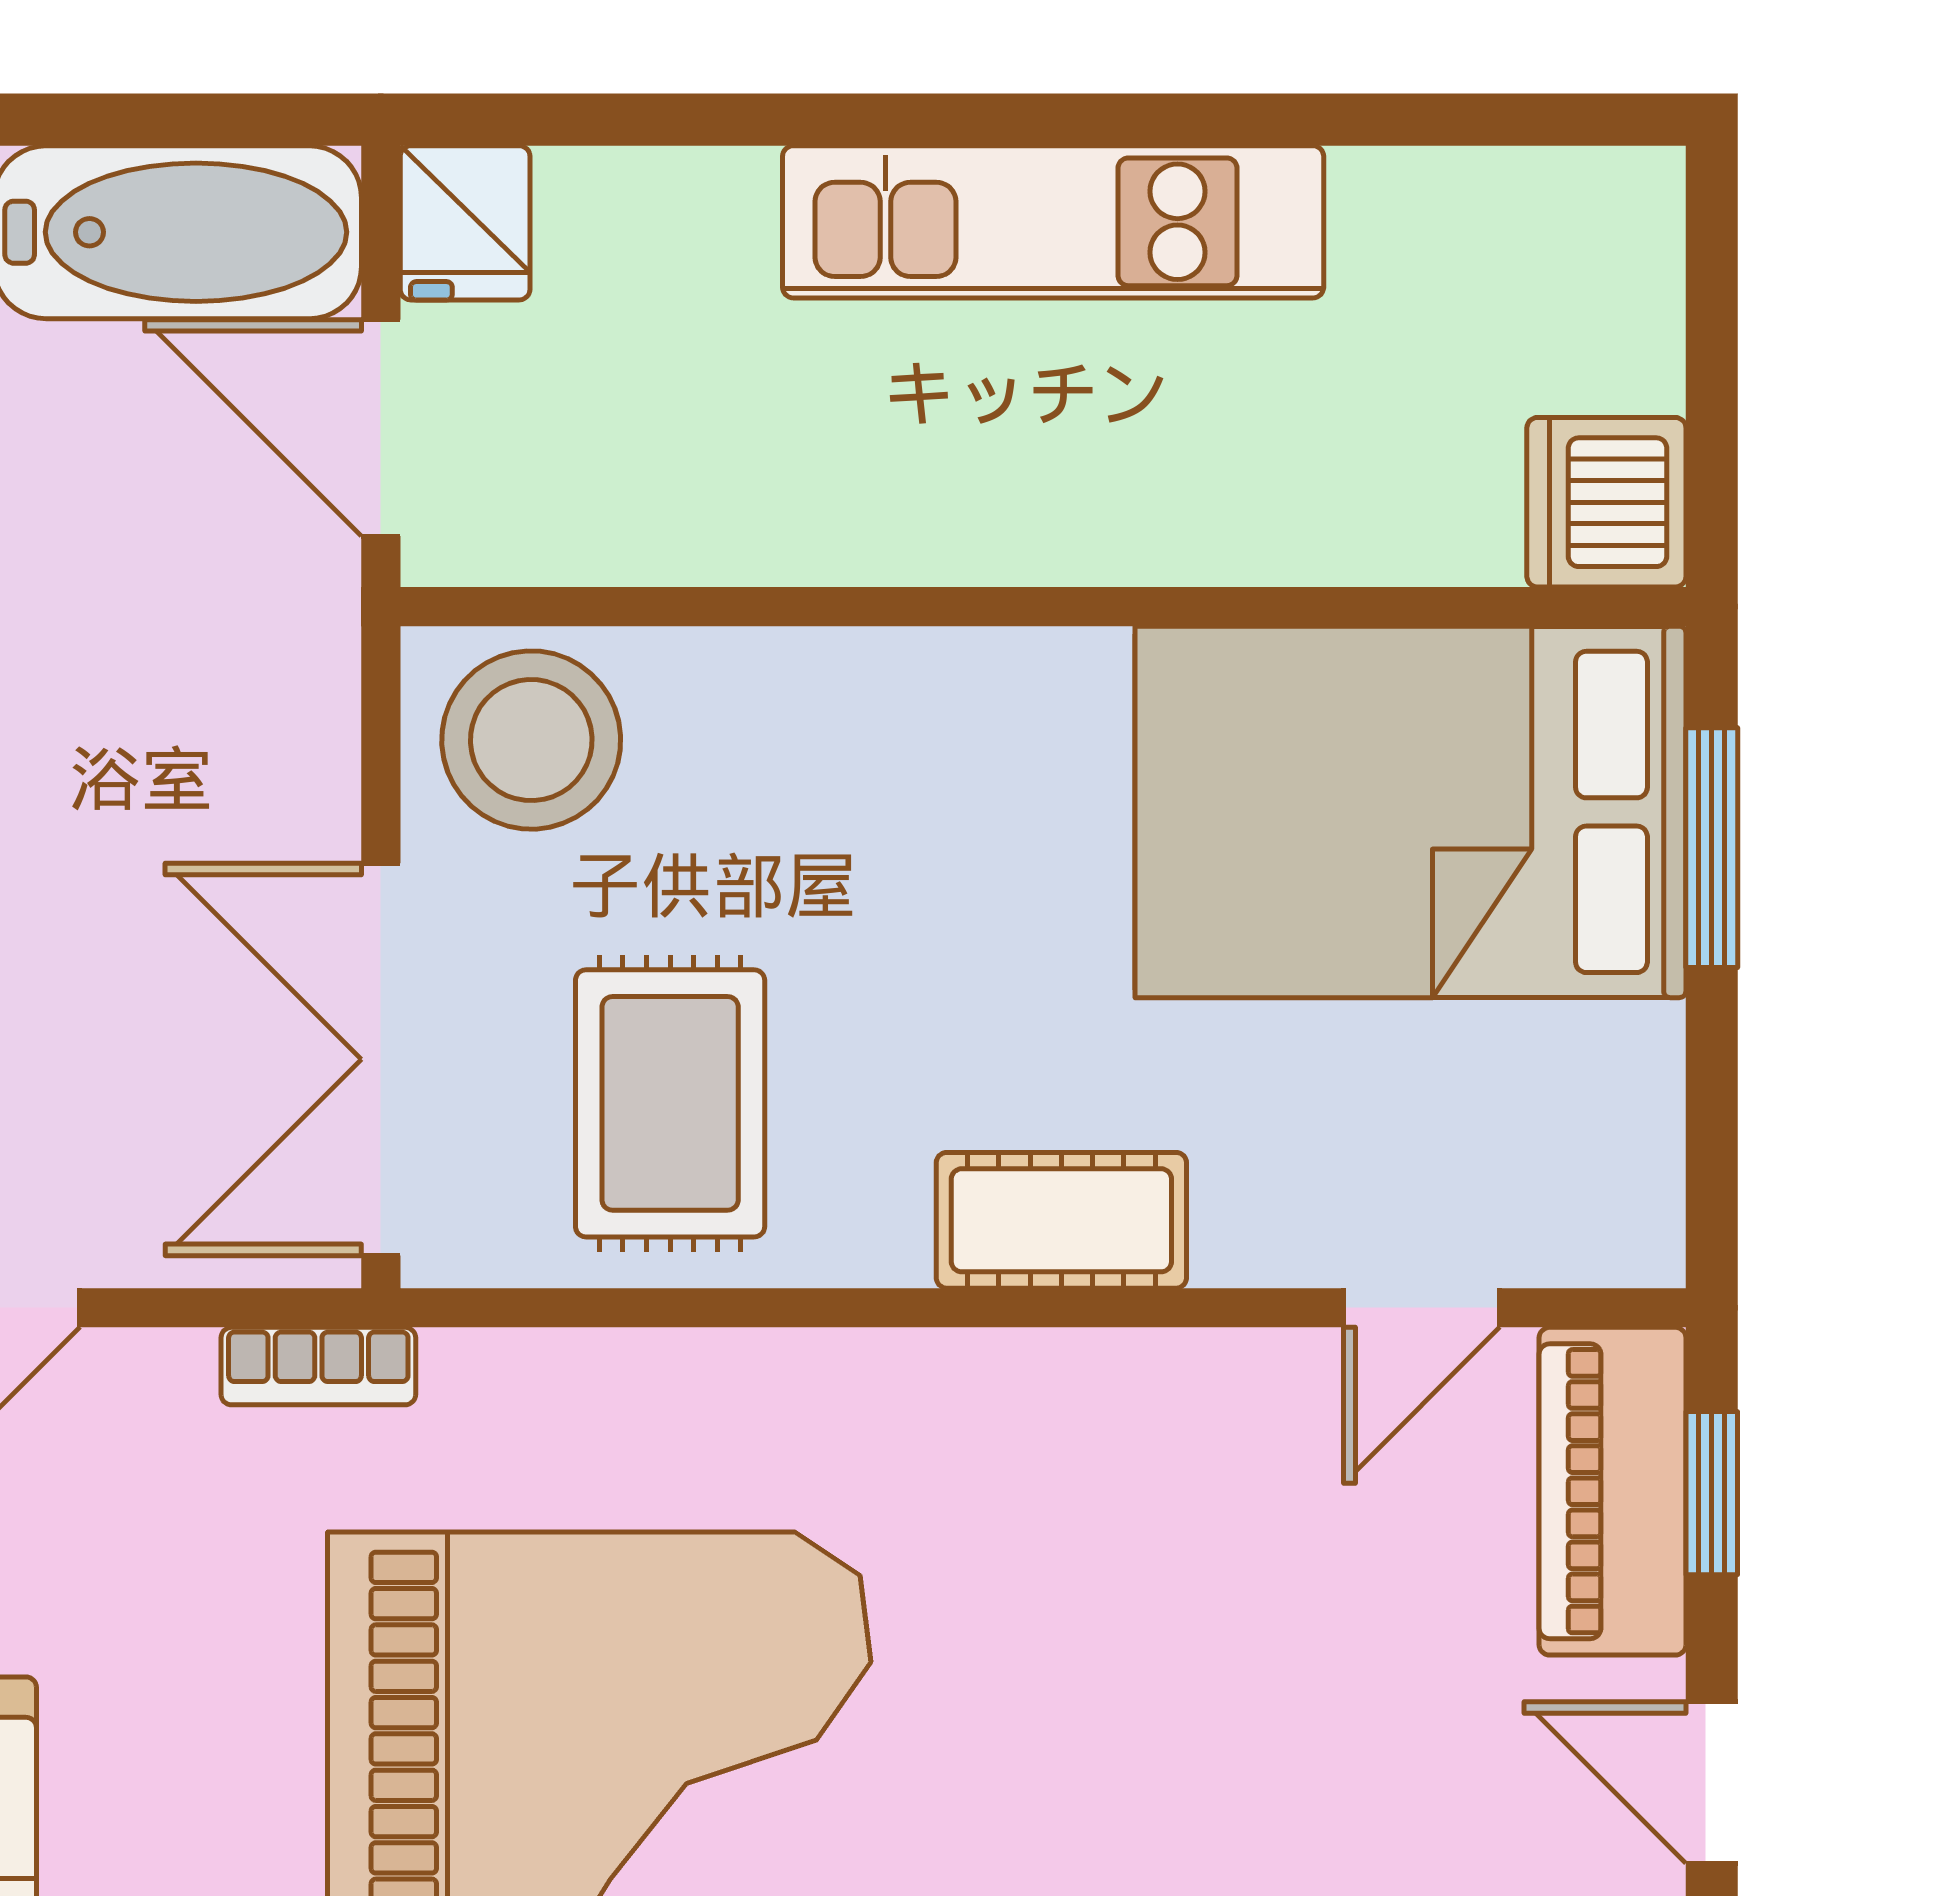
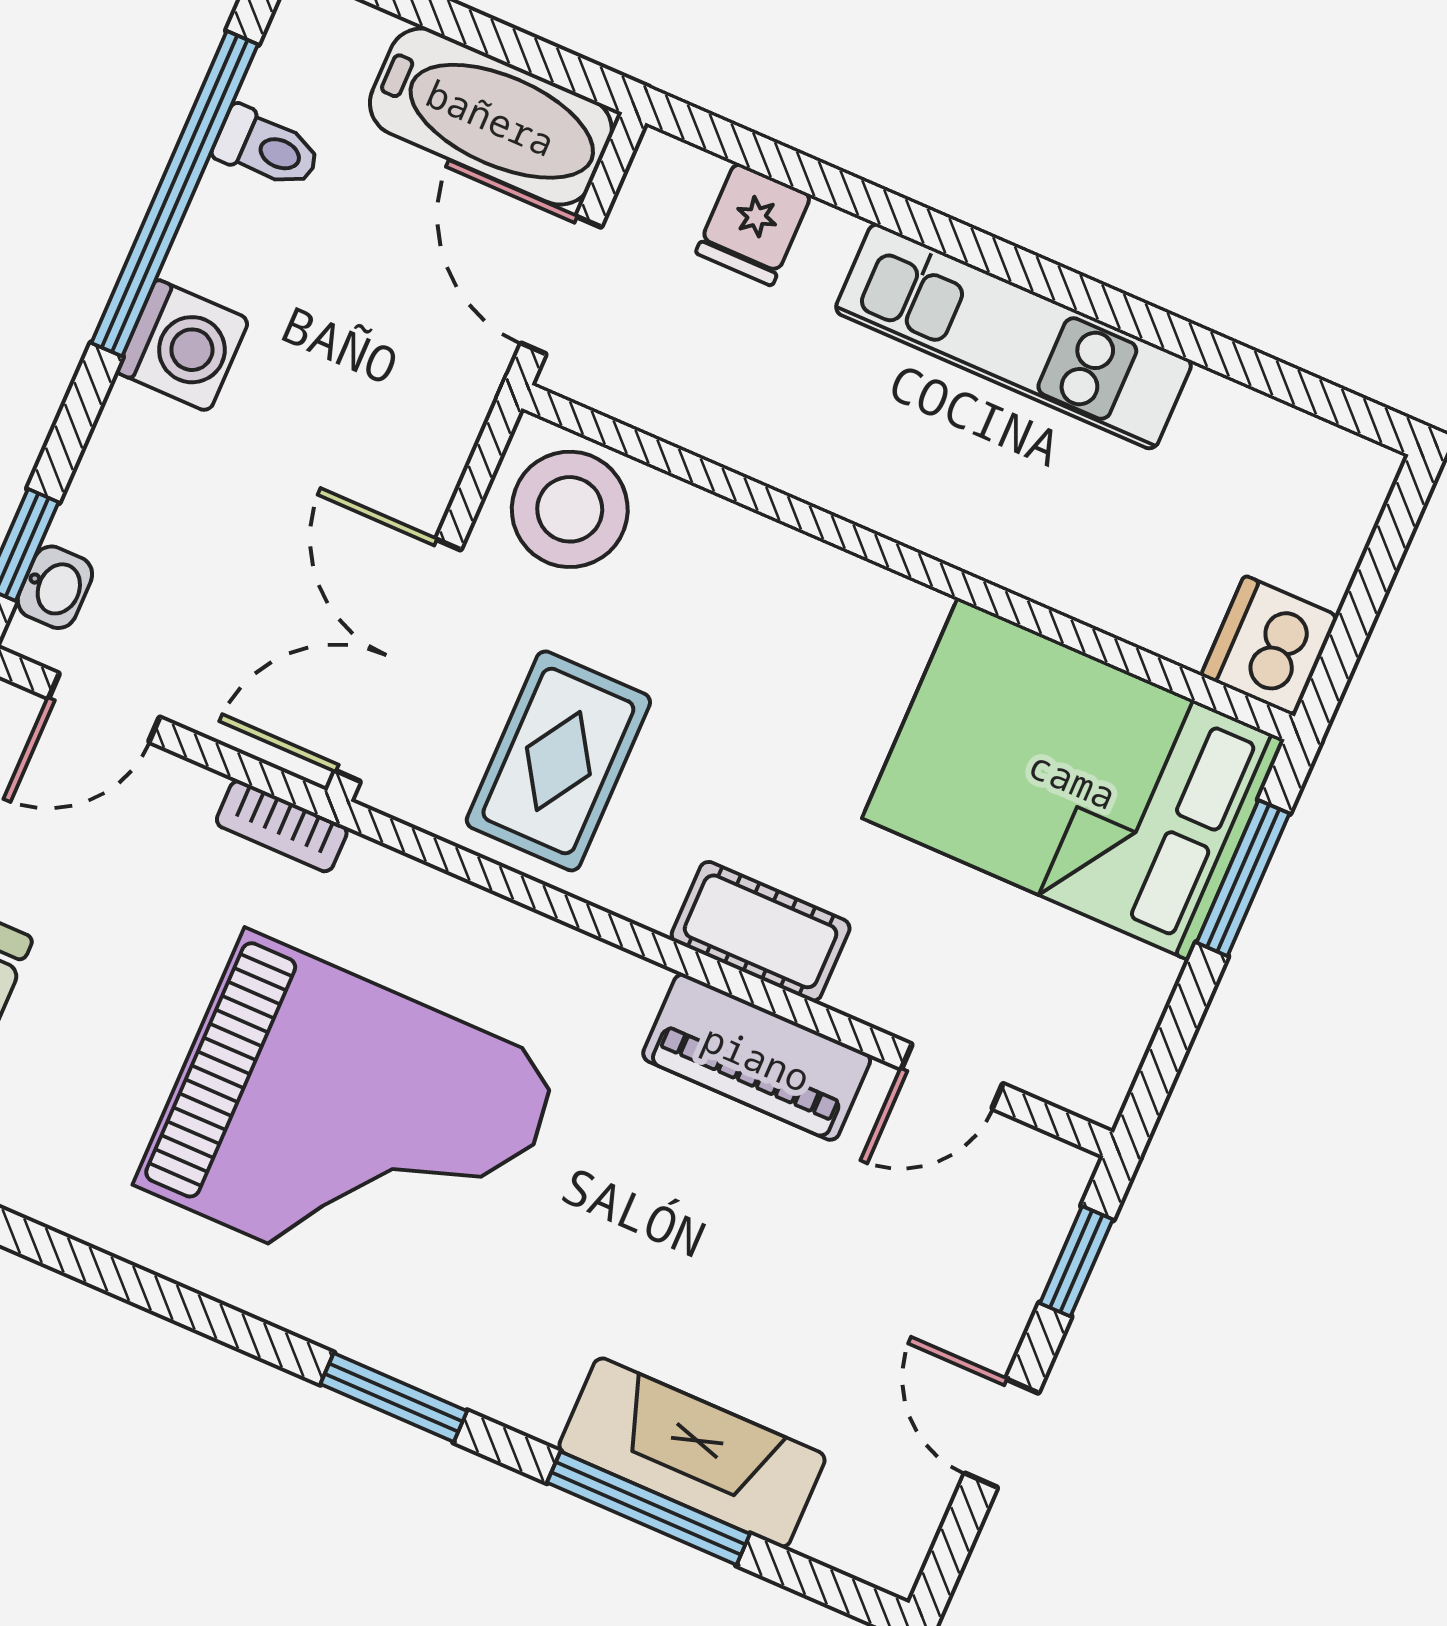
fridge: (465, 223) -> (753, 224), moved
piano: (1612, 1491) -> (757, 1057), moved, turned -90

